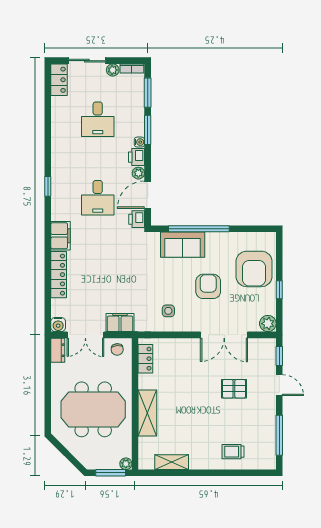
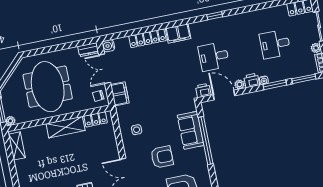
shelving: (147, 413) -> (66, 127), moved
shelving: (172, 462) -> (17, 146), moved

